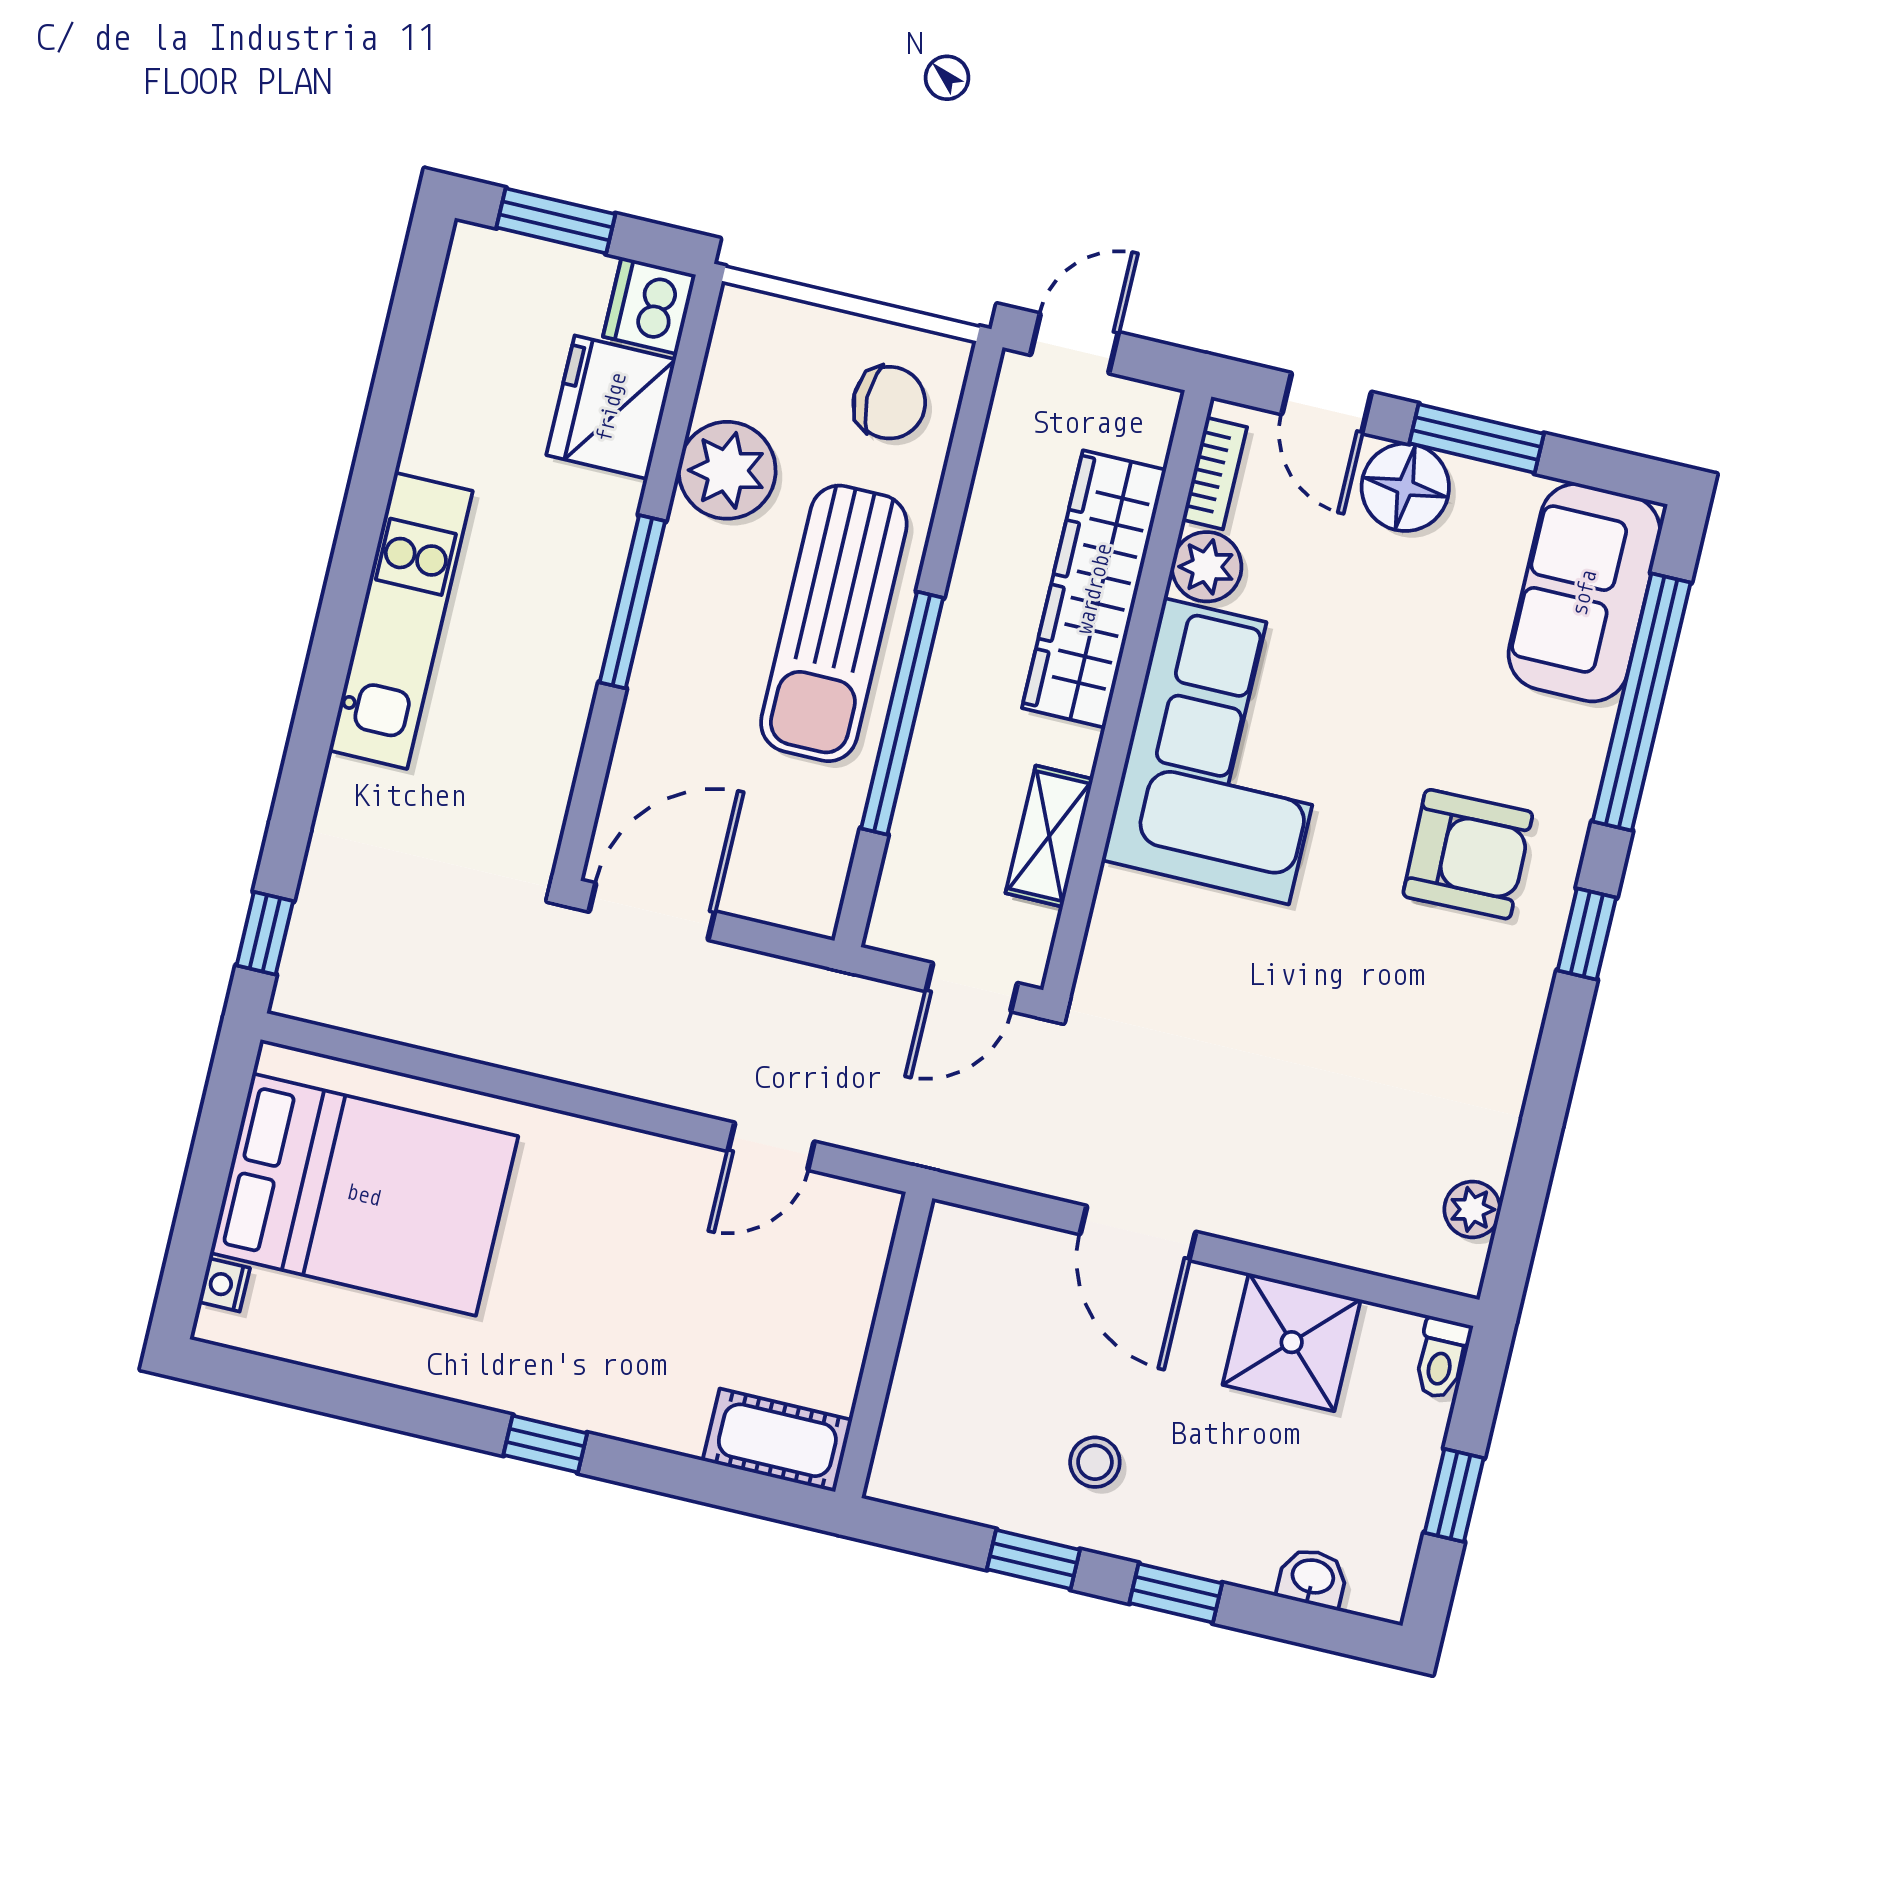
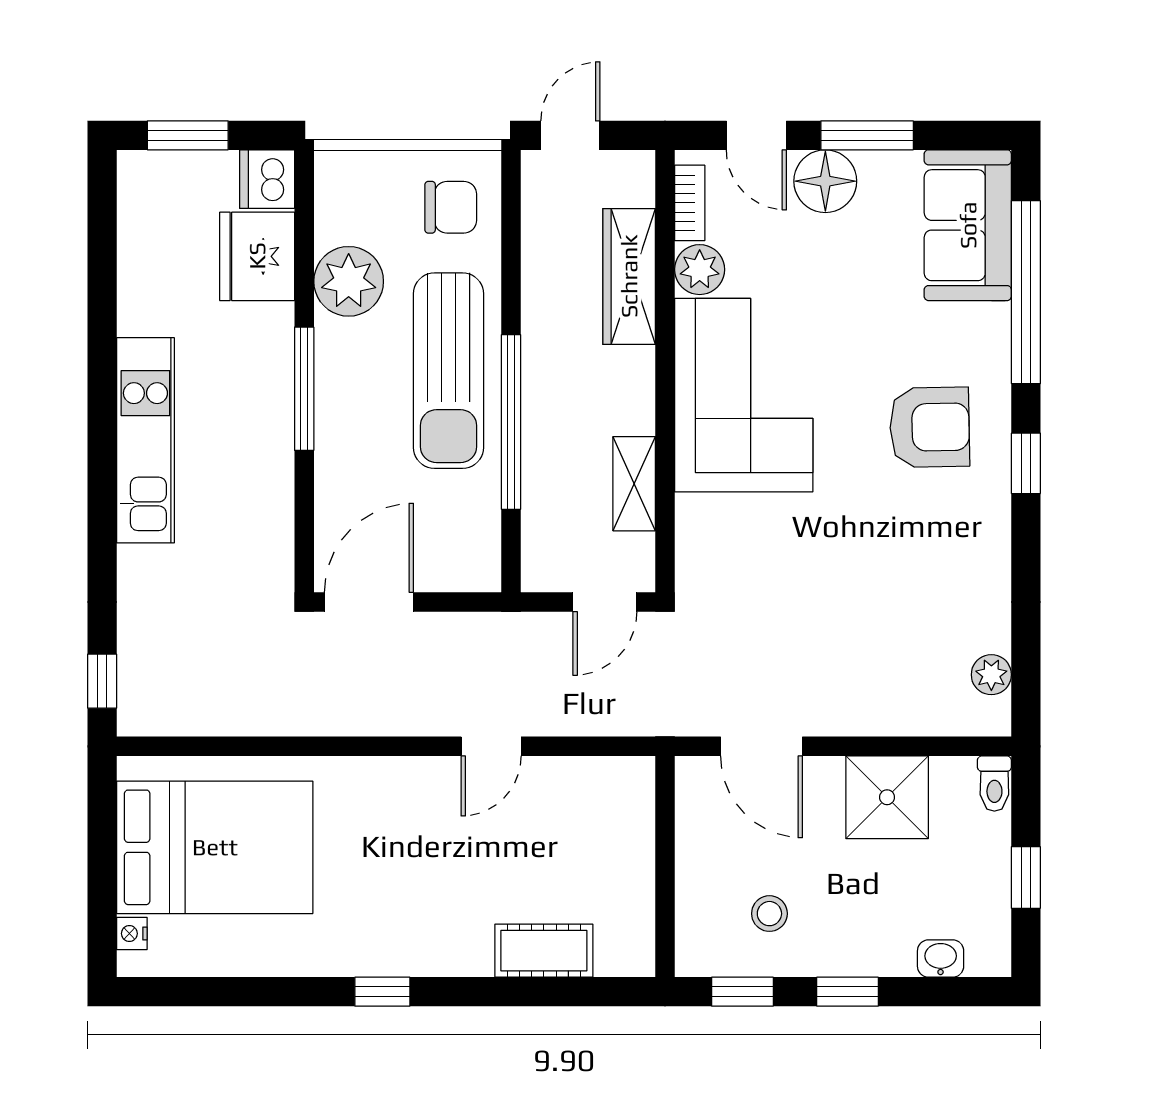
wardrobe: (1094, 589) -> (629, 276), width x0.71, depth x0.85
wall: (884, 1345) -> (665, 867), moved

